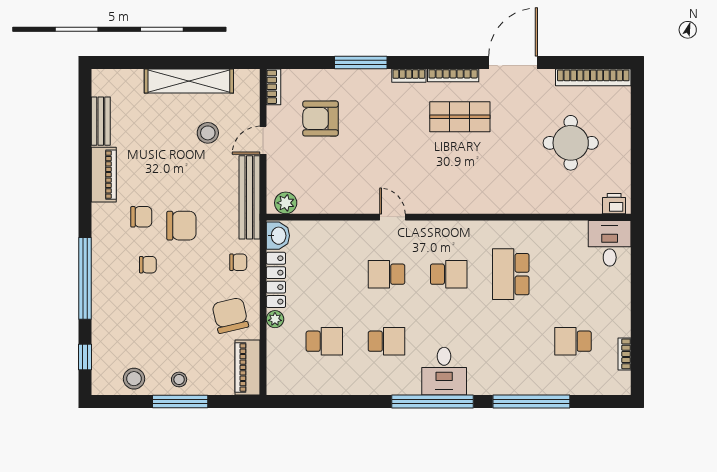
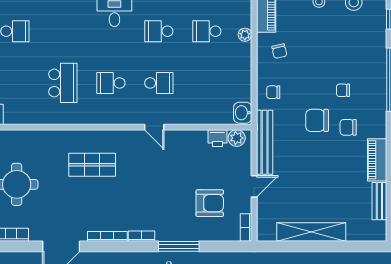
shop shelf: (460, 117) -> (92, 165), moved
stool: (208, 133) -> (297, 192), removed
printer: (310, 203) -> (218, 138), added
locker: (276, 280) -> (244, 79), removed
chair: (230, 315) -> (279, 51), width x0.54, depth x0.54
plant: (275, 319) -> (245, 35), moved

